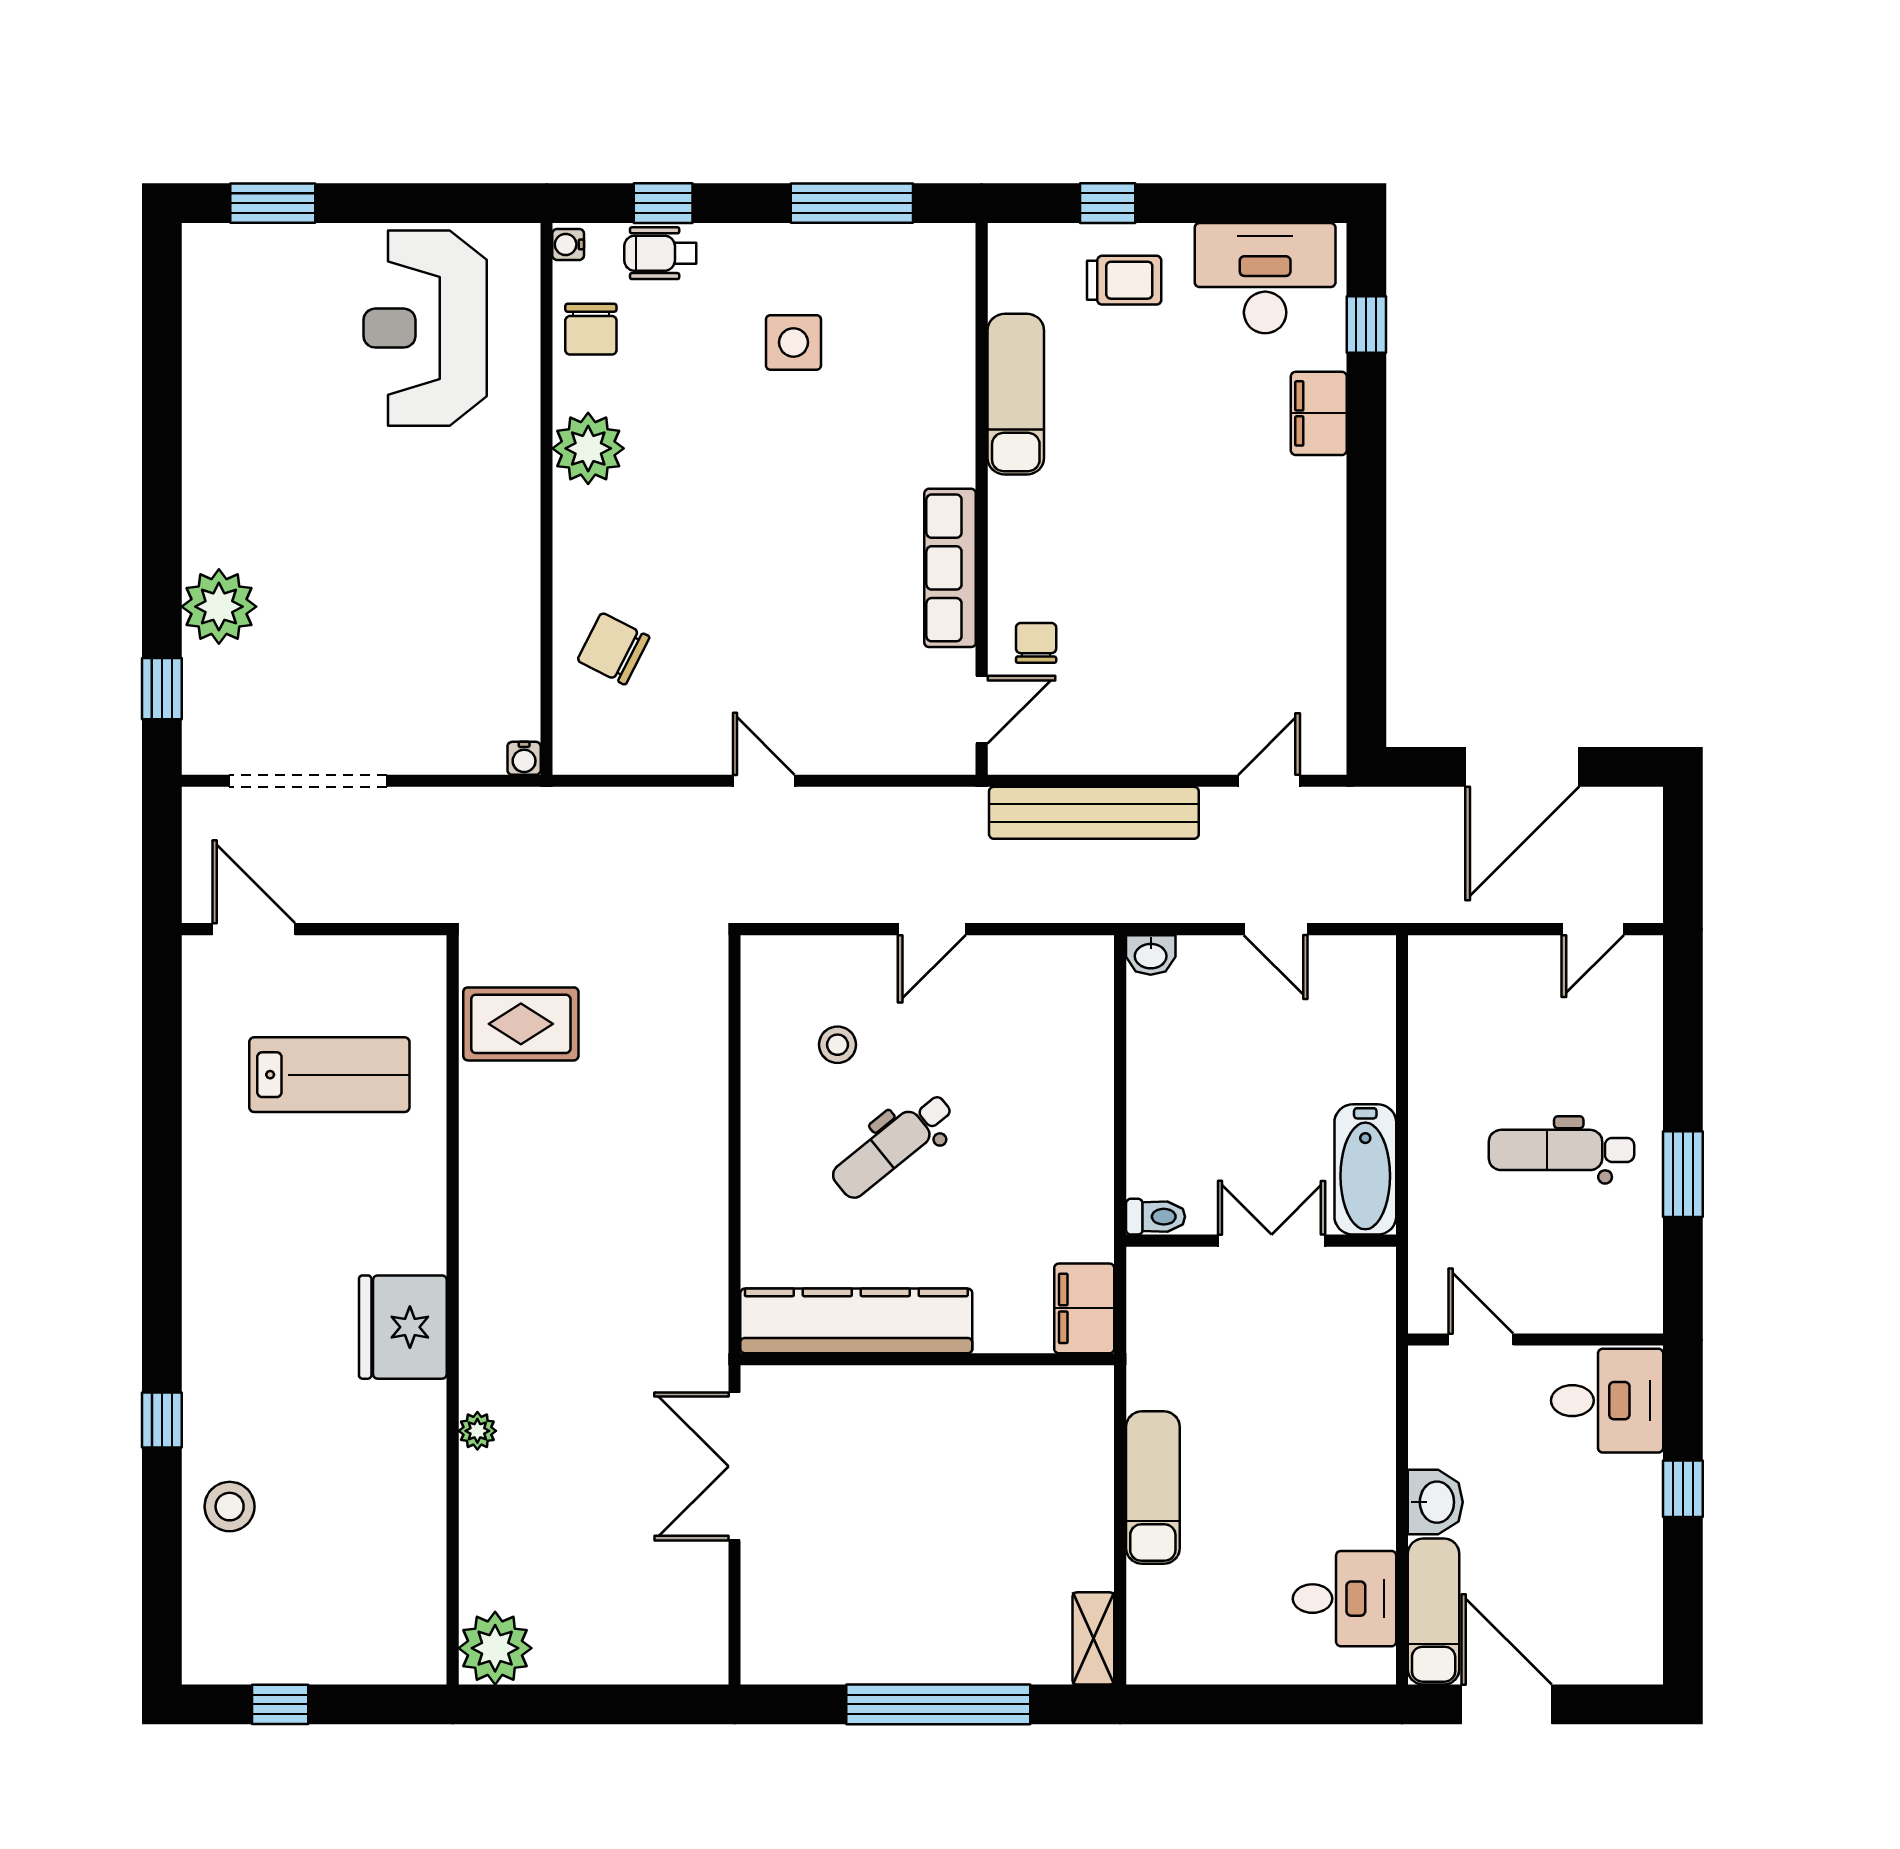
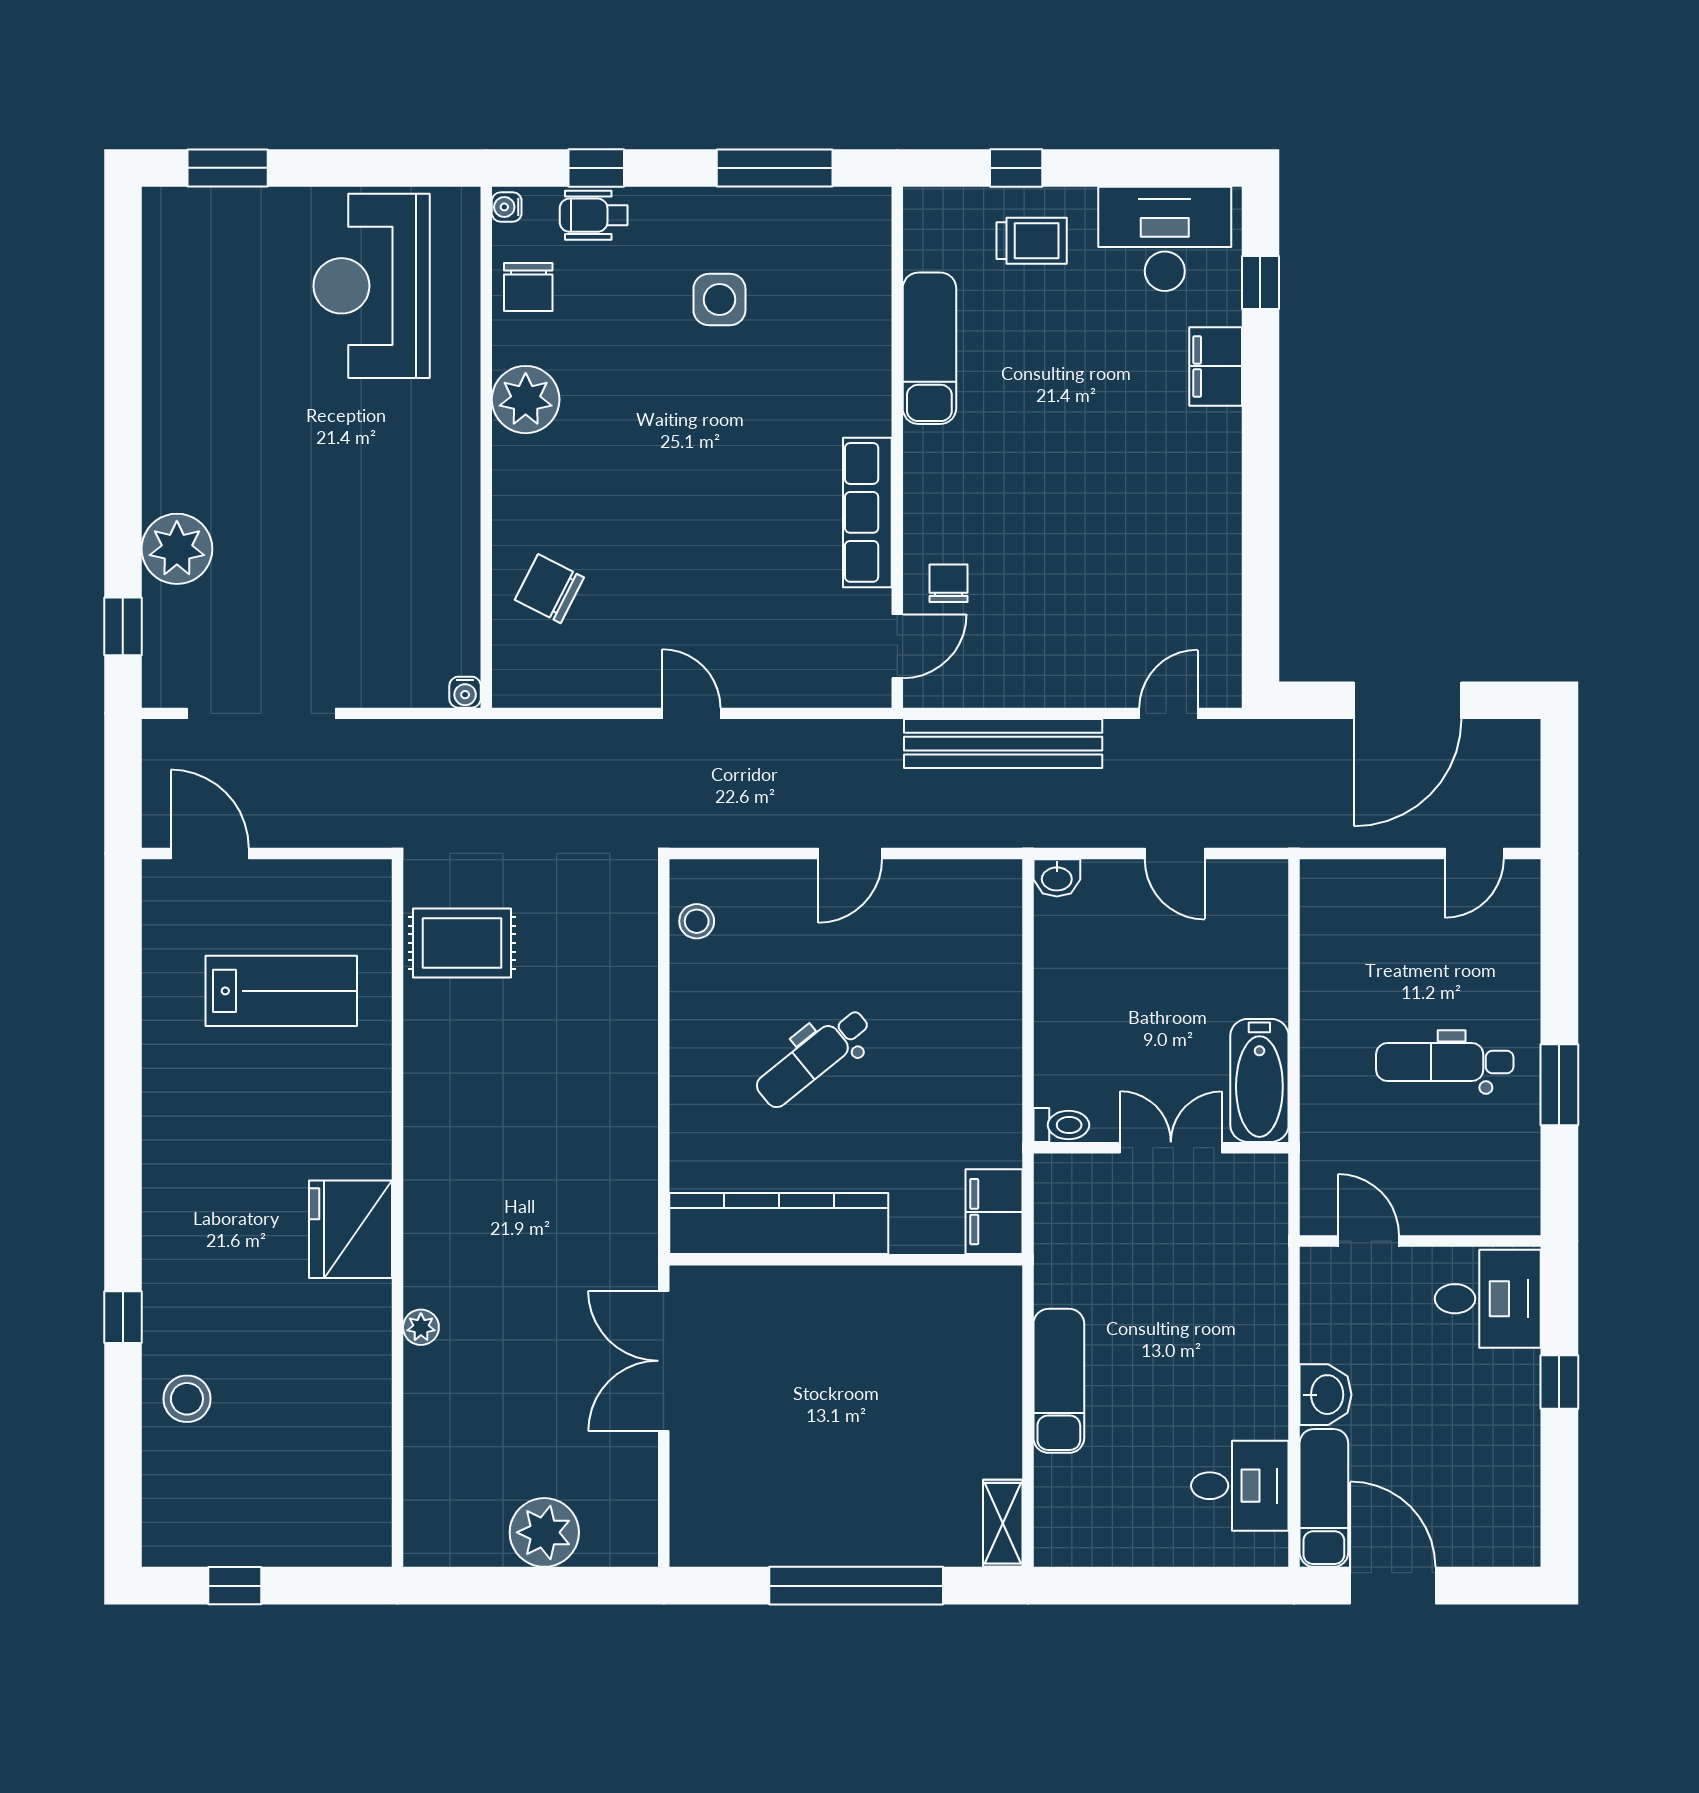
stool: (837, 1045) -> (697, 921), moved
plant: (495, 1648) -> (544, 1532), moved

